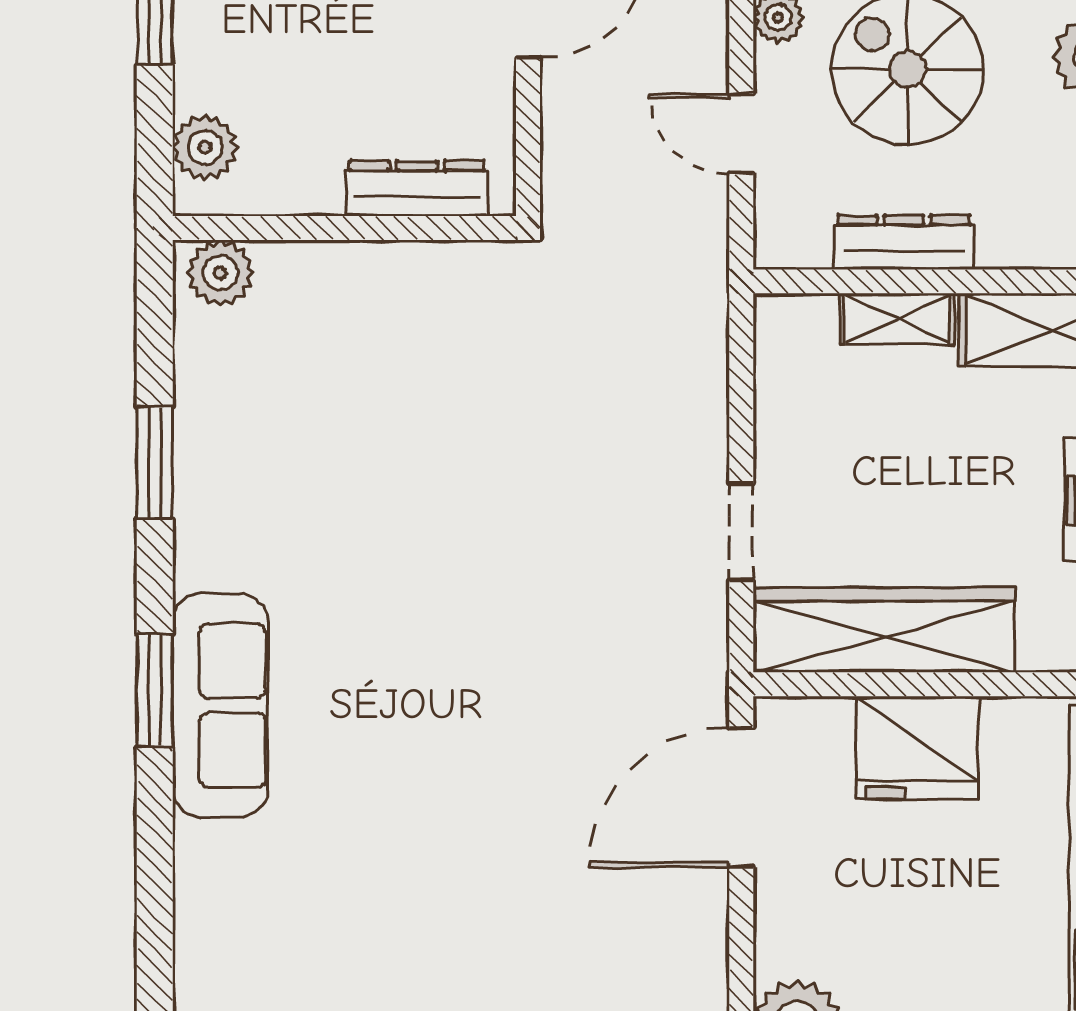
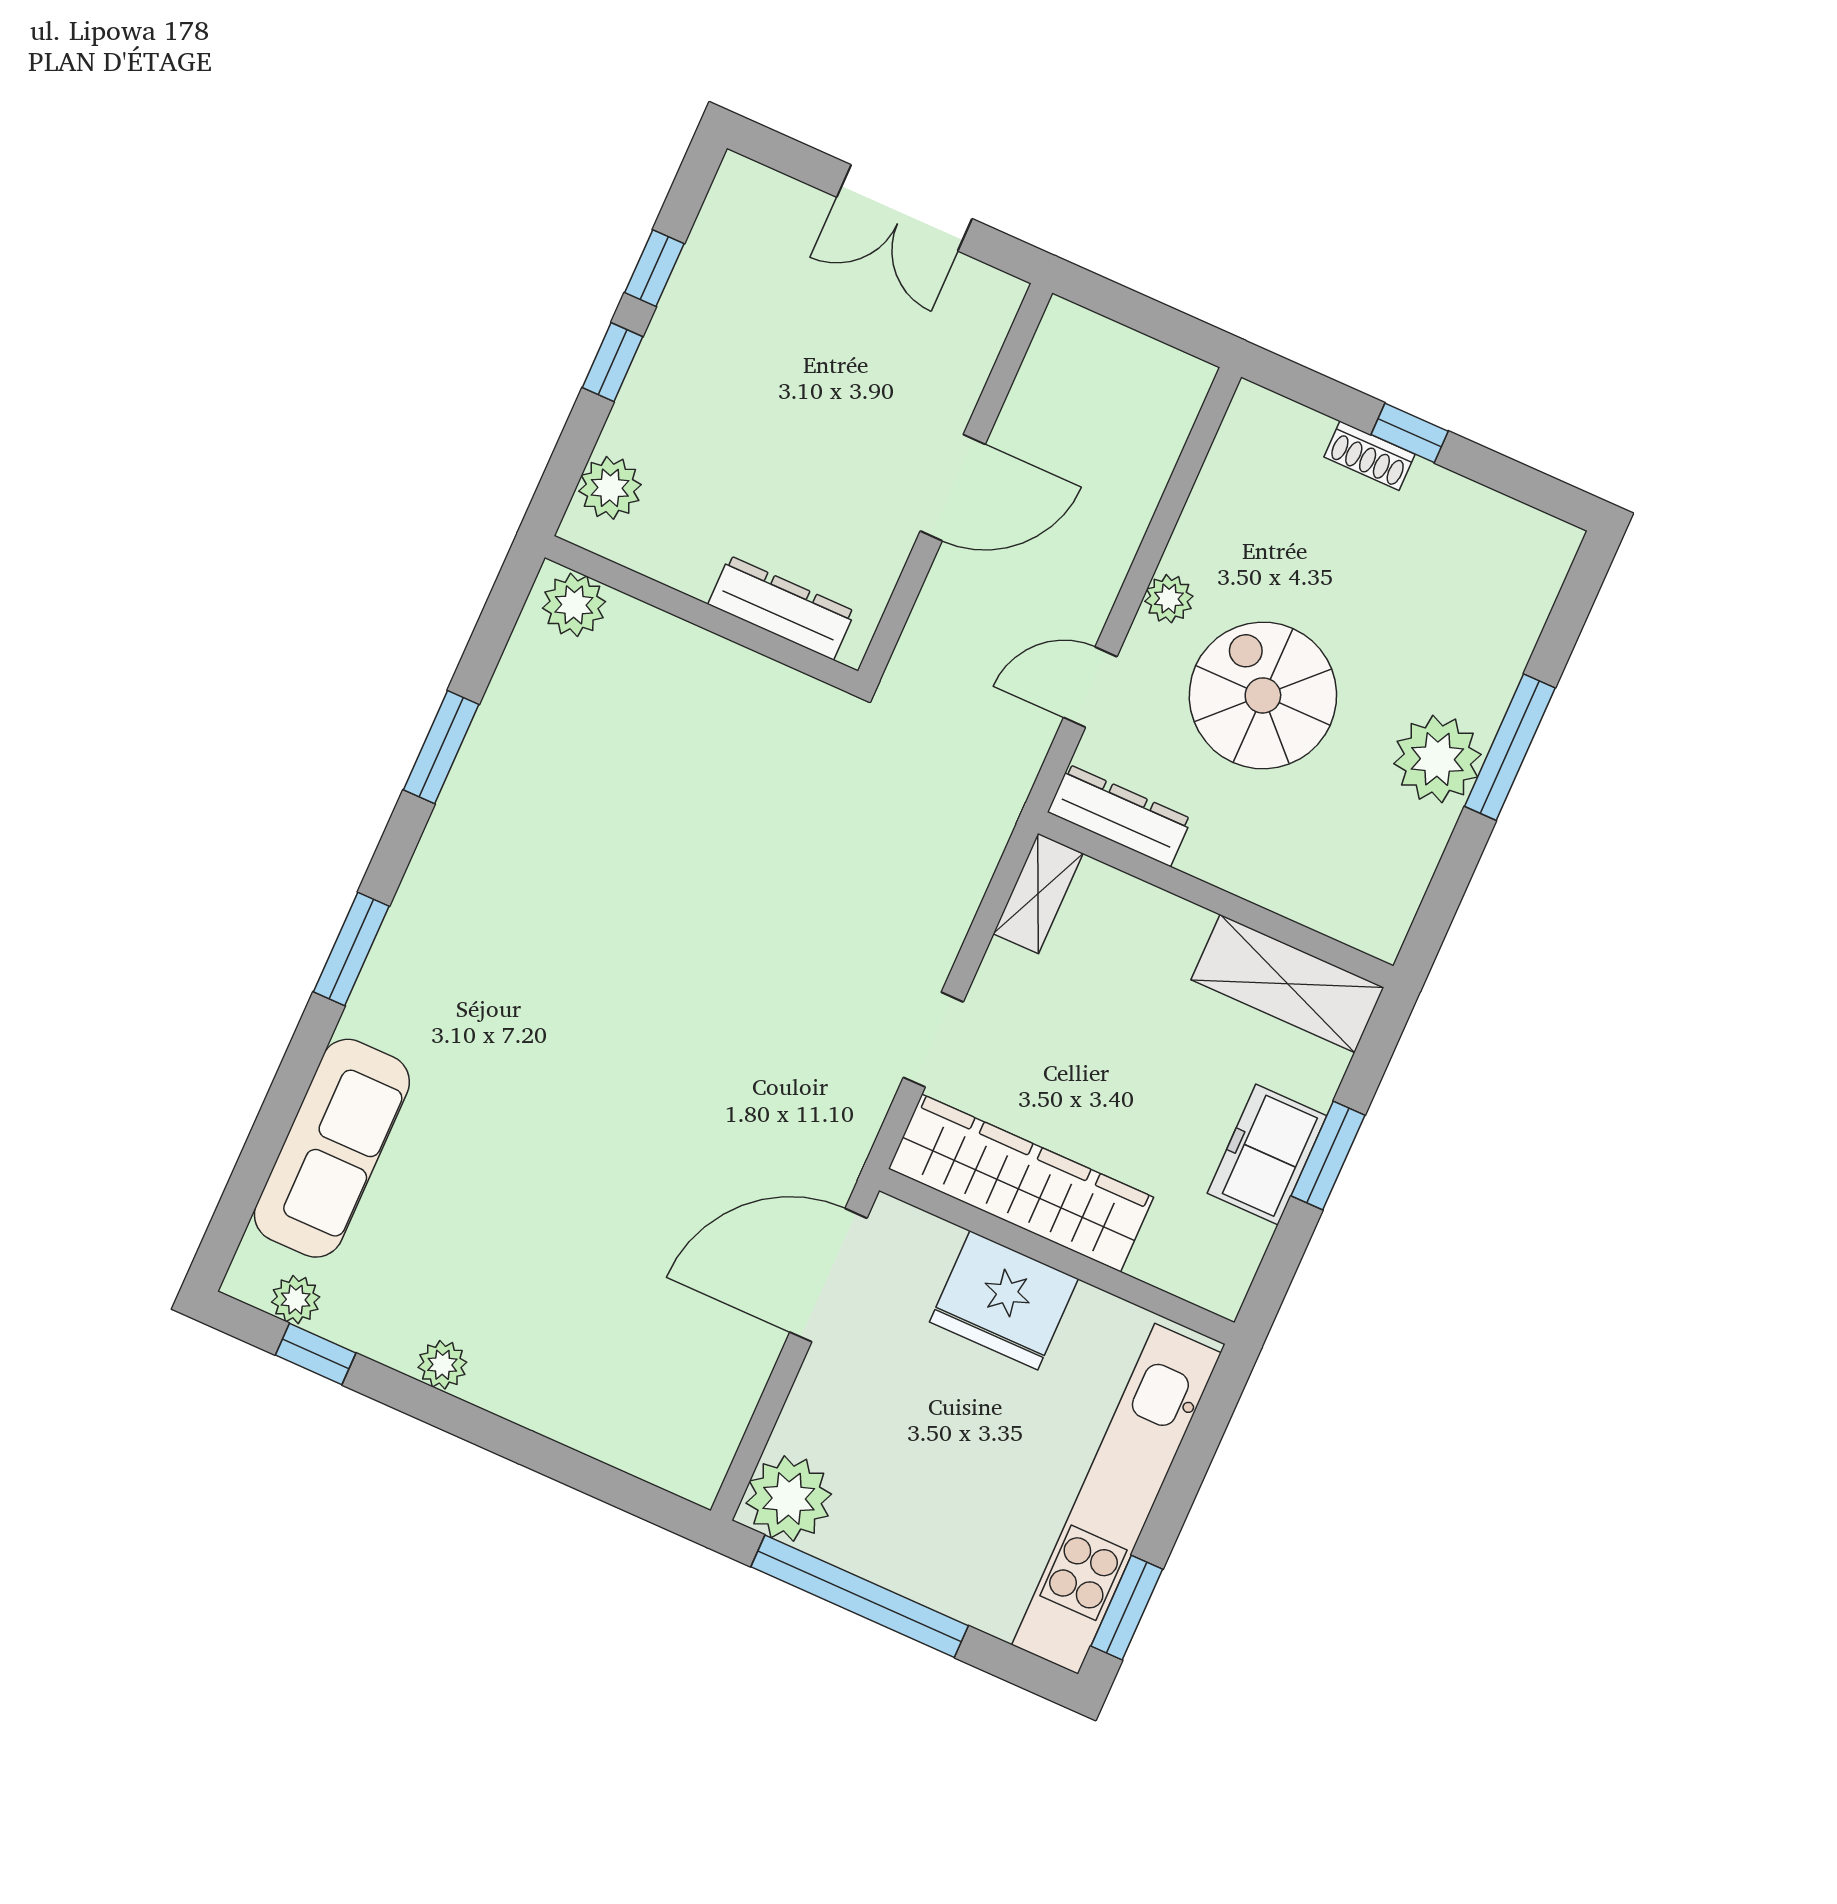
door: (741, 134) -> (1090, 687), hinge flipped
dresser: (904, 242) -> (1119, 815), moved
shelving: (897, 319) -> (1038, 894), moved, turned 90
sofa: (220, 705) -> (332, 1148), moved

